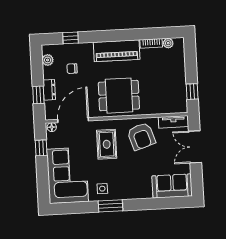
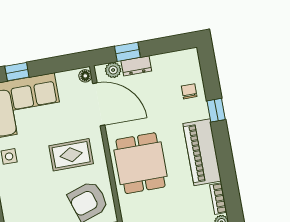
window: (71, 38) -> (216, 110), moved
plant: (48, 60) -> (113, 70), moved
chair: (72, 69) -> (189, 91), moved
window: (41, 148) -> (17, 72), moved

